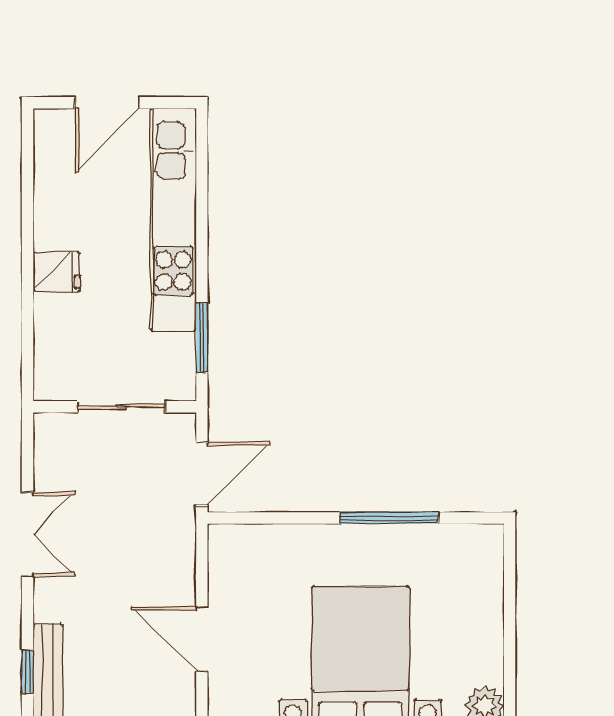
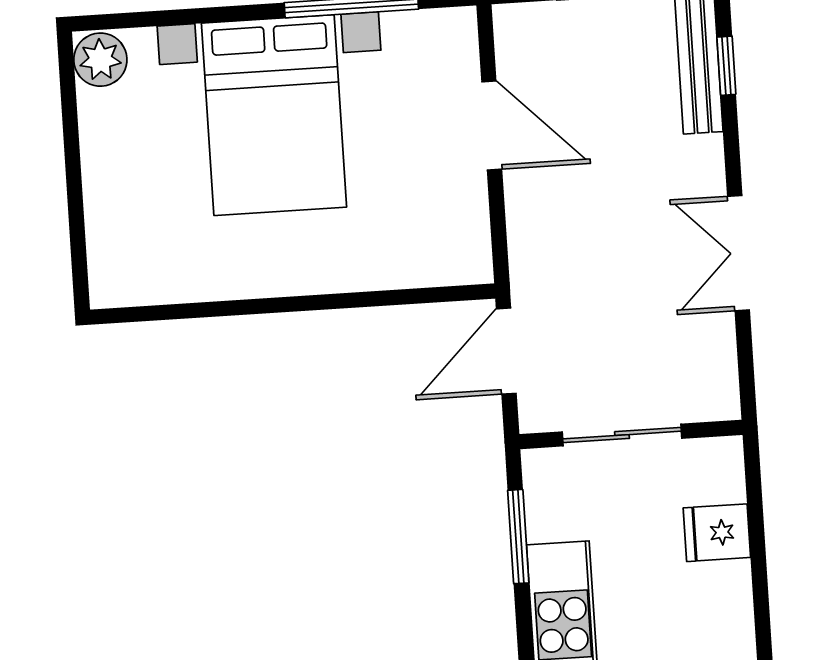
fridge: (57, 272) -> (717, 533), moved
window: (389, 518) -> (247, 307), removed

